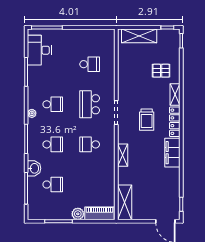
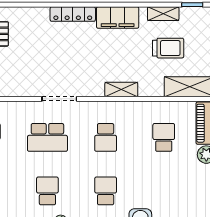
shelving: (175, 95) -> (163, 14), moved
trolley: (147, 120) -> (168, 48), moved
school desk: (53, 185) -> (164, 137), moved

